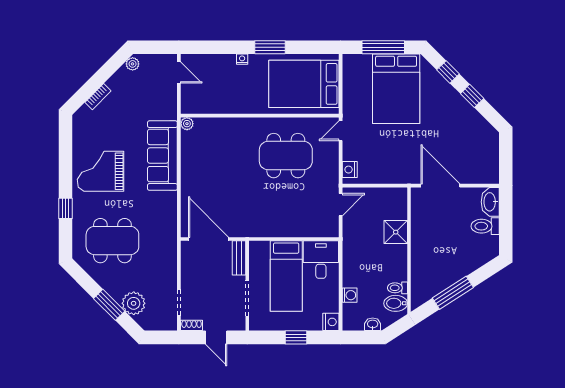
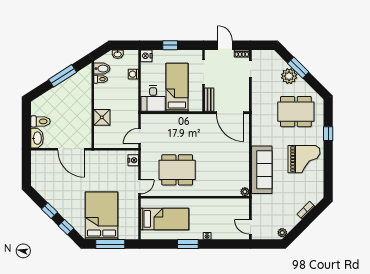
bed: (304, 84) -> (165, 219), width x0.67
plant: (134, 303) -> (289, 76), moved

